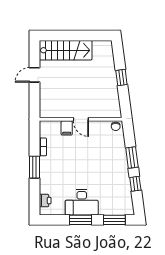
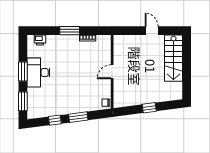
filing cabinet: (67, 128) -> (104, 59), removed

